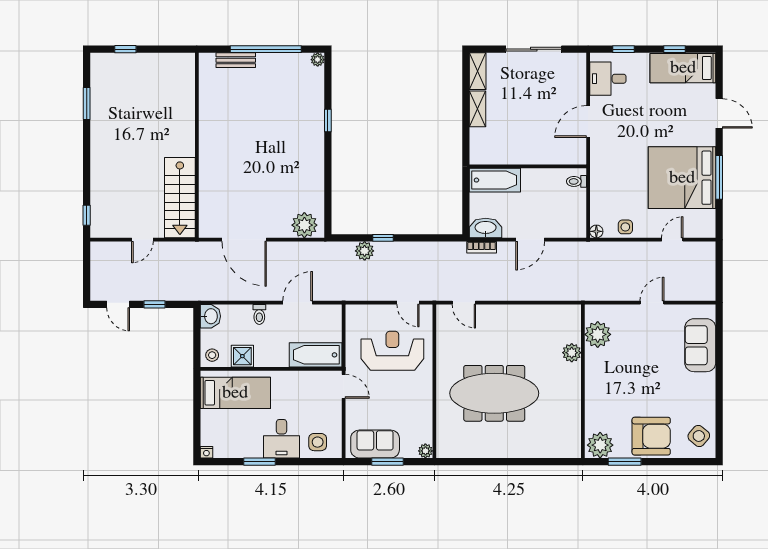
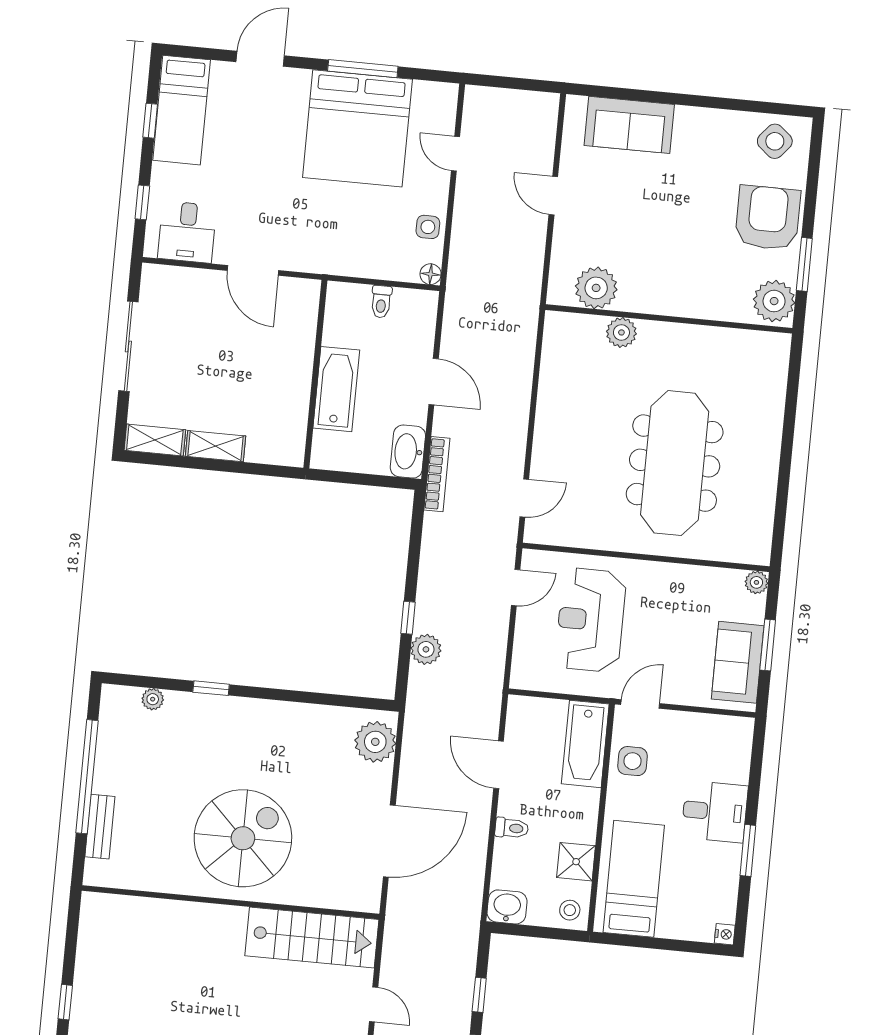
plant: (318, 60) -> (153, 699), moved
spiral stairs: (237, 149) -> (243, 838), added
bathtub: (495, 180) -> (336, 389), moved
toilet: (576, 181) -> (381, 302), moved
bookcase: (482, 247) -> (437, 474), width x1.56
side table: (318, 442) -> (632, 761), moved

